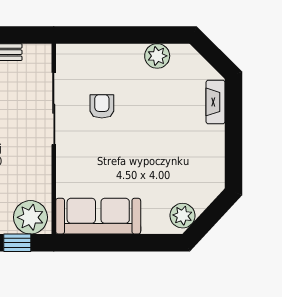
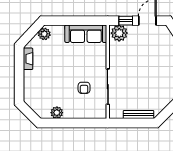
fireplace: (215, 102) -> (28, 59), moved

